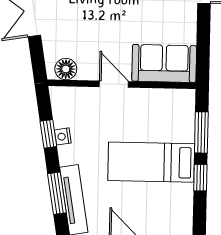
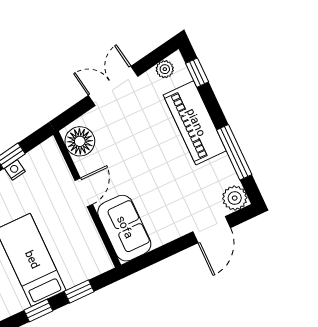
floor lamp: (66, 69) -> (80, 141), width x1.38, depth x1.38
window: (201, 132) -> (79, 291), width x0.67

